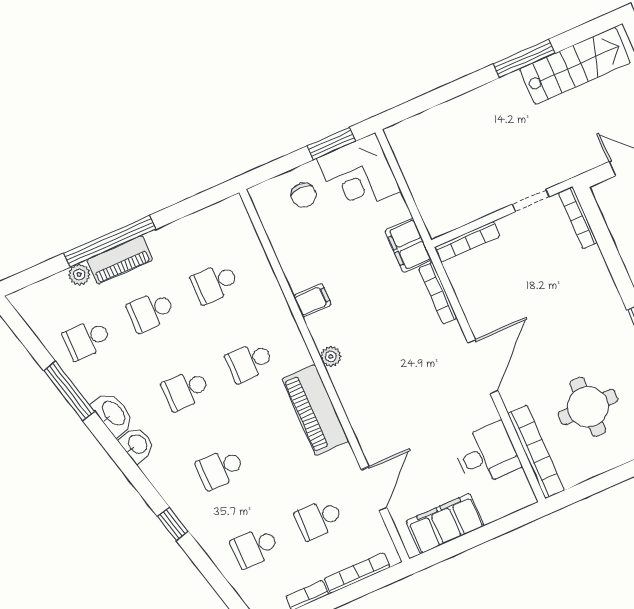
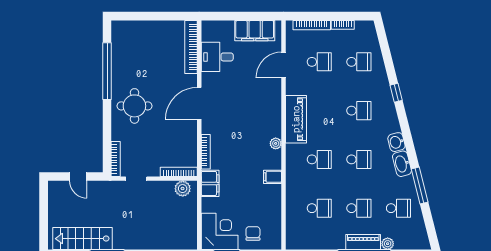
plant: (449, 218) -> (183, 189), added
round table: (588, 407) -> (134, 106), moved

